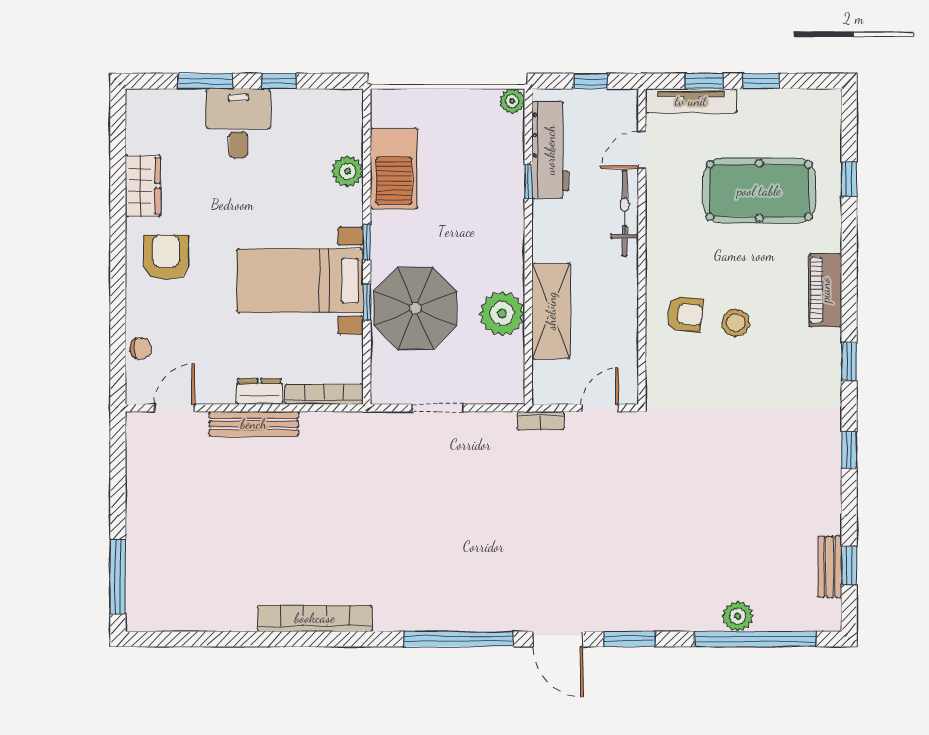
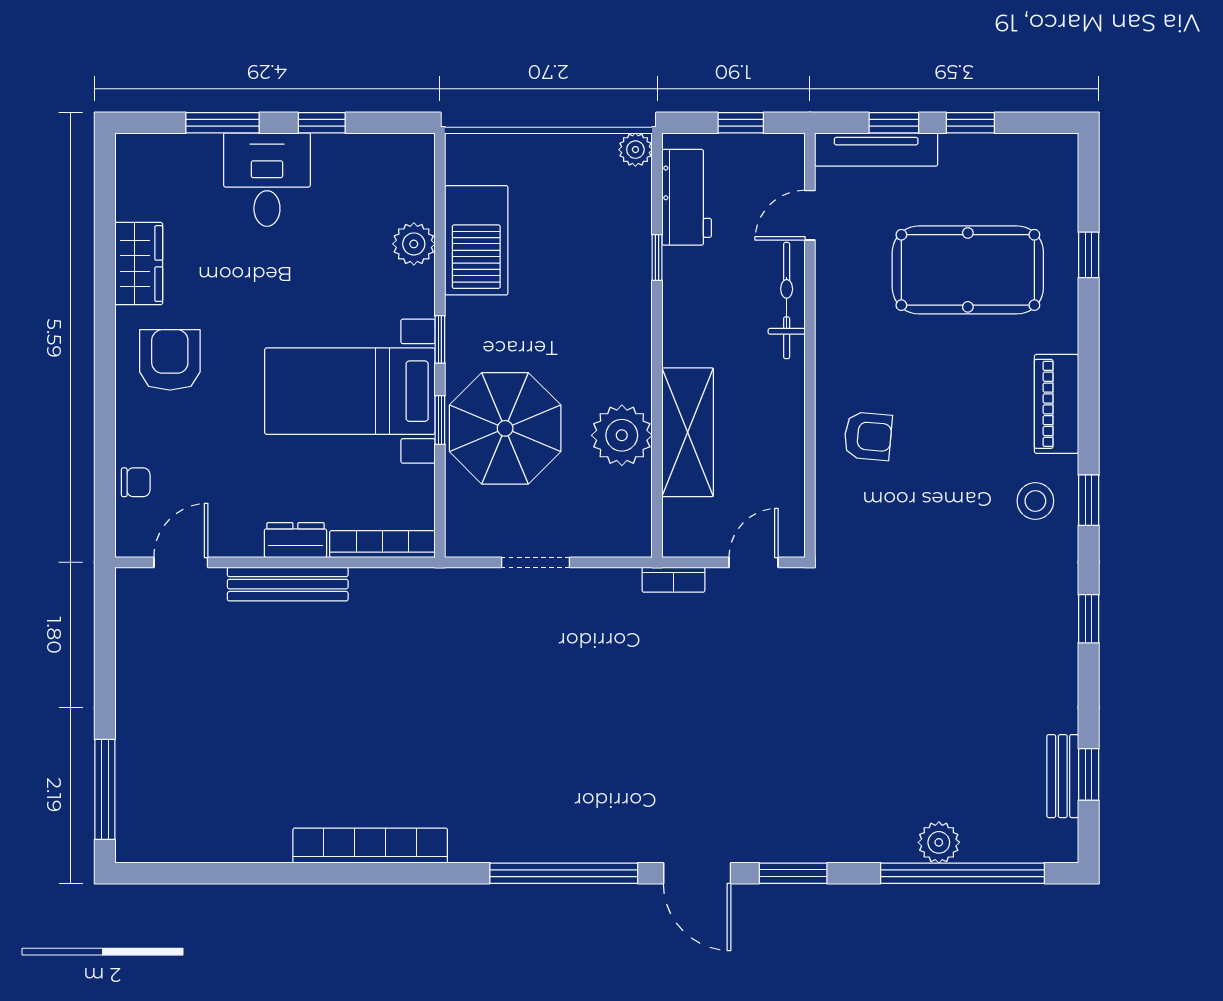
workbench: (550, 150) -> (687, 197), width x0.73
stool: (735, 323) -> (1035, 501), moved

